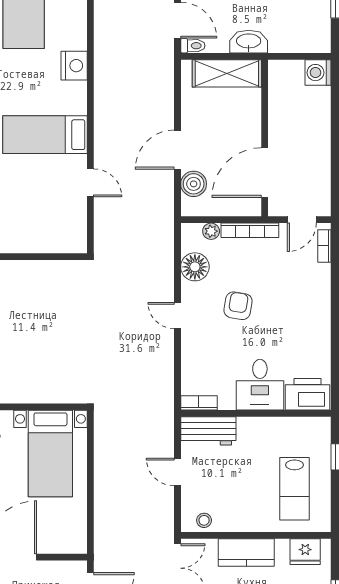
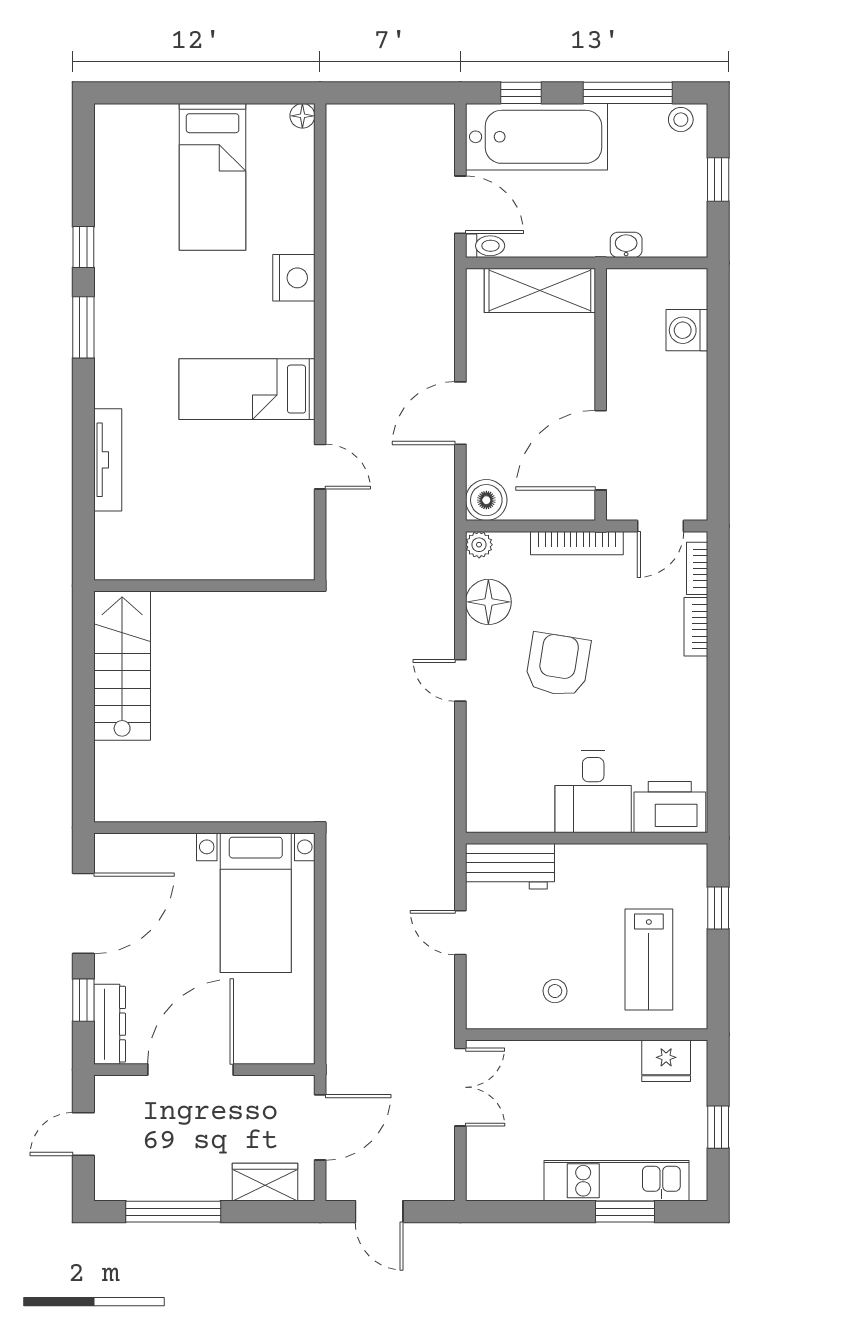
washbasin: (249, 42) -> (626, 245), moved, width x0.52, depth x0.69
washing machine: (318, 73) -> (687, 330), moved
boiler: (194, 184) -> (486, 500), moved
plant: (211, 231) -> (479, 545), moved
armchair: (238, 306) -> (558, 665), width x1.38, depth x1.38
bookcase: (199, 403) -> (696, 627), moved, turned -90
stool: (204, 520) -> (555, 991), moved
kitchen counter: (246, 553) -> (571, 1062), removed

